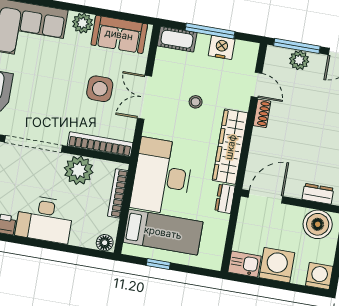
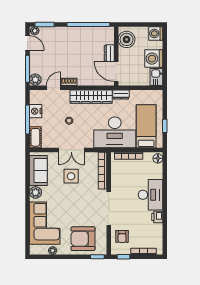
plant: (299, 60) -> (35, 80), moved
plant: (79, 170) -> (119, 180), removed
dresser: (318, 194) -> (109, 53), moved

